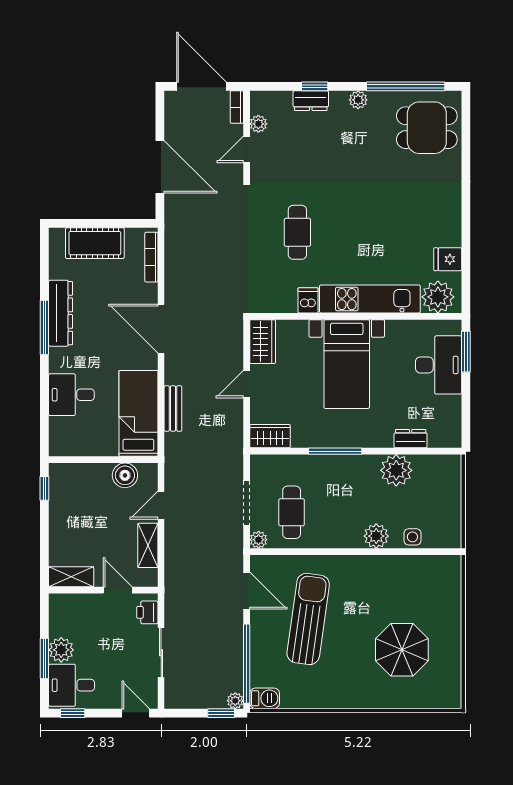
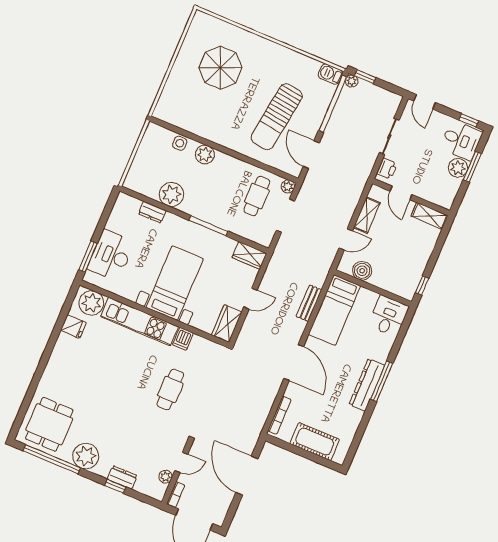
plant: (358, 100) -> (86, 456), width x1.88, depth x1.88
dining table: (427, 128) -> (49, 424), turned 90
dresser: (61, 313) -> (367, 385), moved
window: (44, 327) -> (382, 381), moved
desk: (71, 395) -> (388, 316), moved, turned -90

